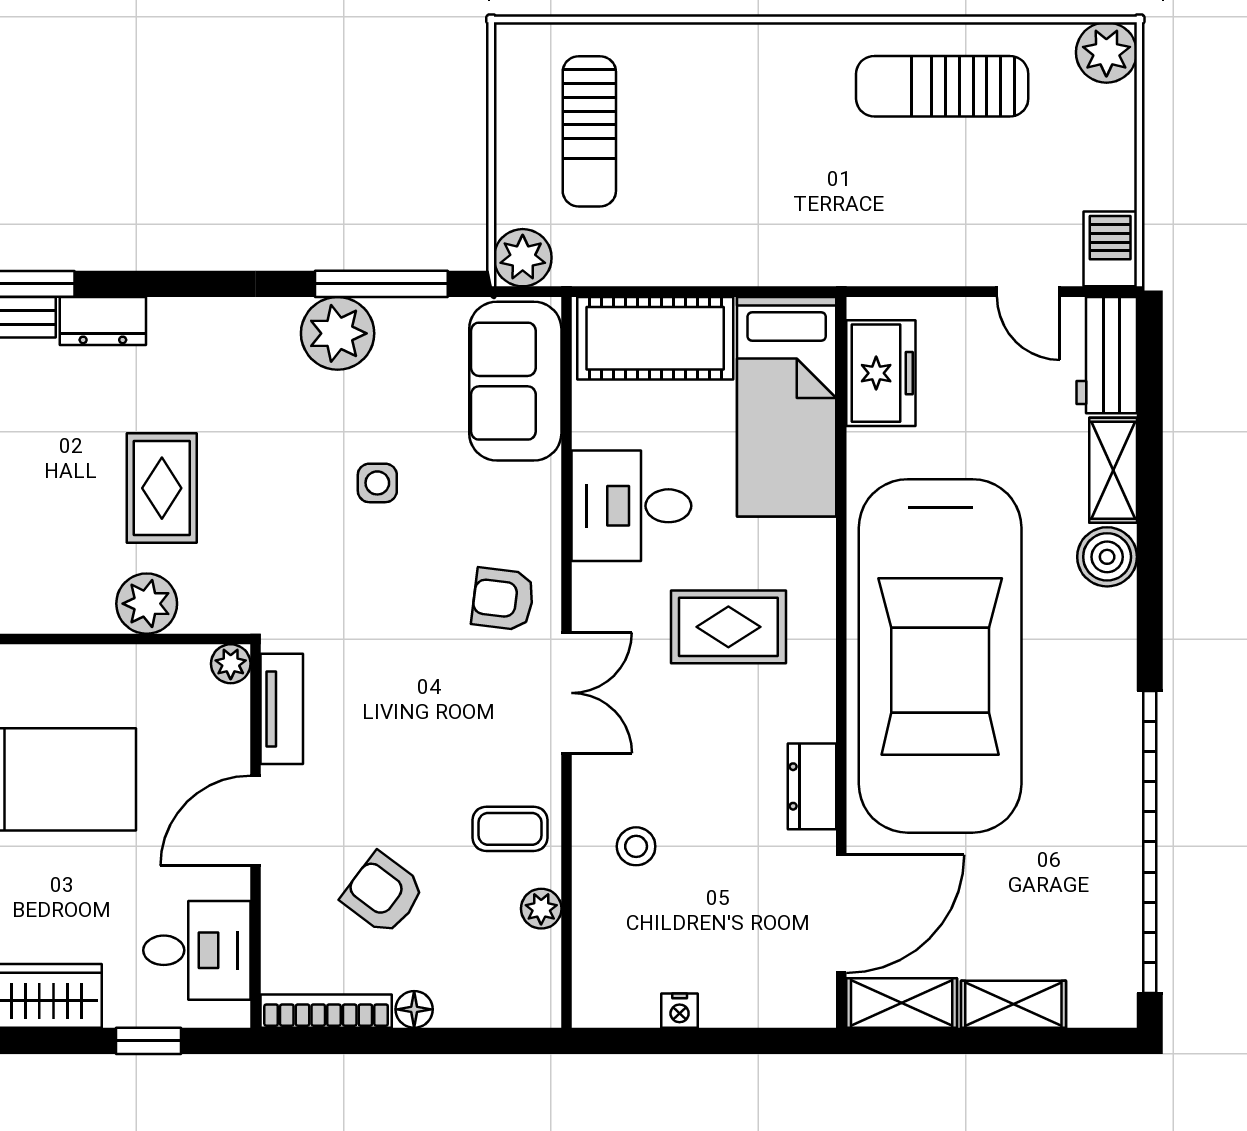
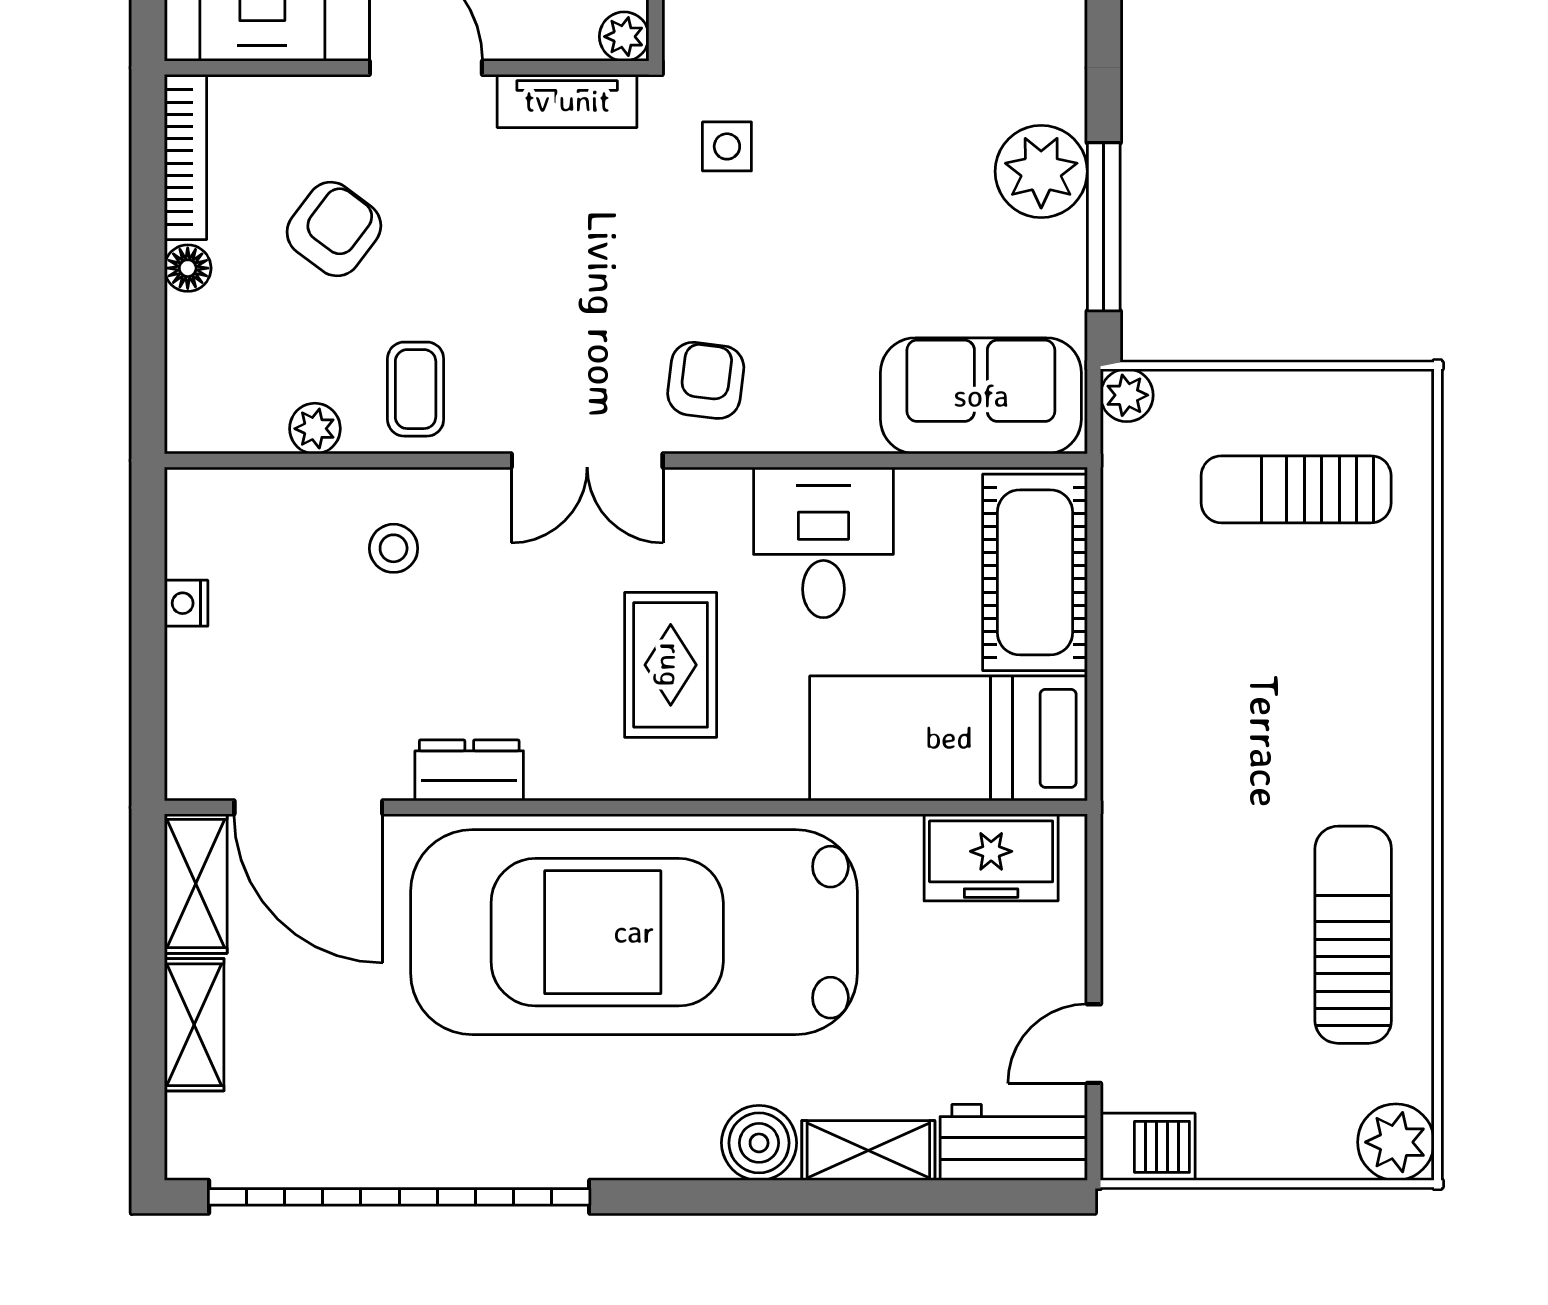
plant: (523, 258) -> (1127, 395), width x0.73, depth x0.73
side table: (377, 483) -> (727, 146), moved

